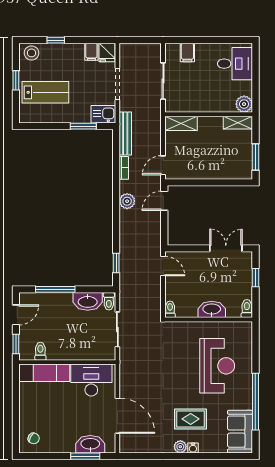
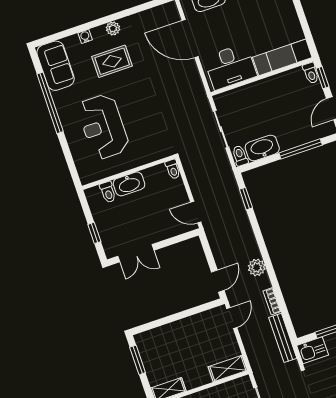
toilet: (247, 309) -> (108, 192), moved
toilet: (40, 351) -> (311, 73), moved
water cooler: (193, 448) -> (85, 36), moved

